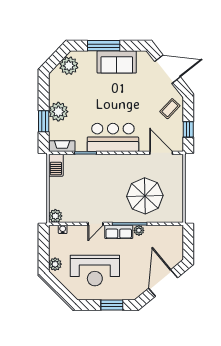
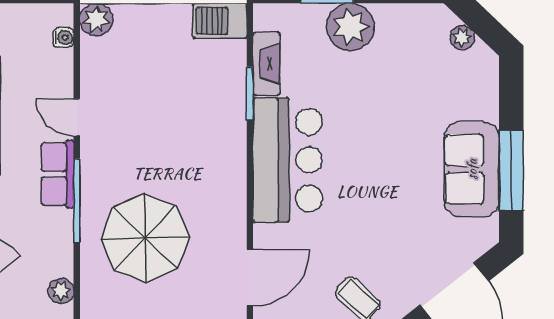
window: (104, 46) -> (511, 170), moved
plant: (69, 66) -> (462, 38), width x0.53, depth x0.53
fireplace: (62, 146) -> (266, 64), moved
plant: (139, 230) -> (61, 291), moved

